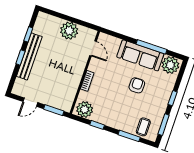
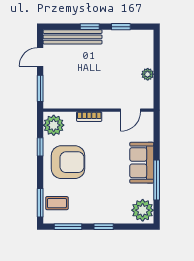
plant: (69, 31) -> (148, 74), width x0.53, depth x0.53
sofa: (140, 55) -> (142, 163), width x0.73
bench: (29, 56) -> (73, 37), moved
armchair: (137, 85) -> (68, 162), moved, width x1.88, depth x1.88
door: (30, 102) -> (40, 57), hinge flipped
window: (129, 136) -> (40, 203), moved

